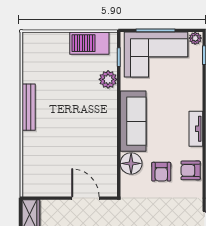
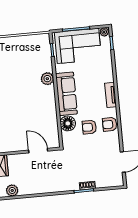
barbecue: (89, 43) -> (31, 42), removed
plant: (108, 79) -> (47, 79), moved
armchair: (161, 172) -> (89, 127), turned 90

